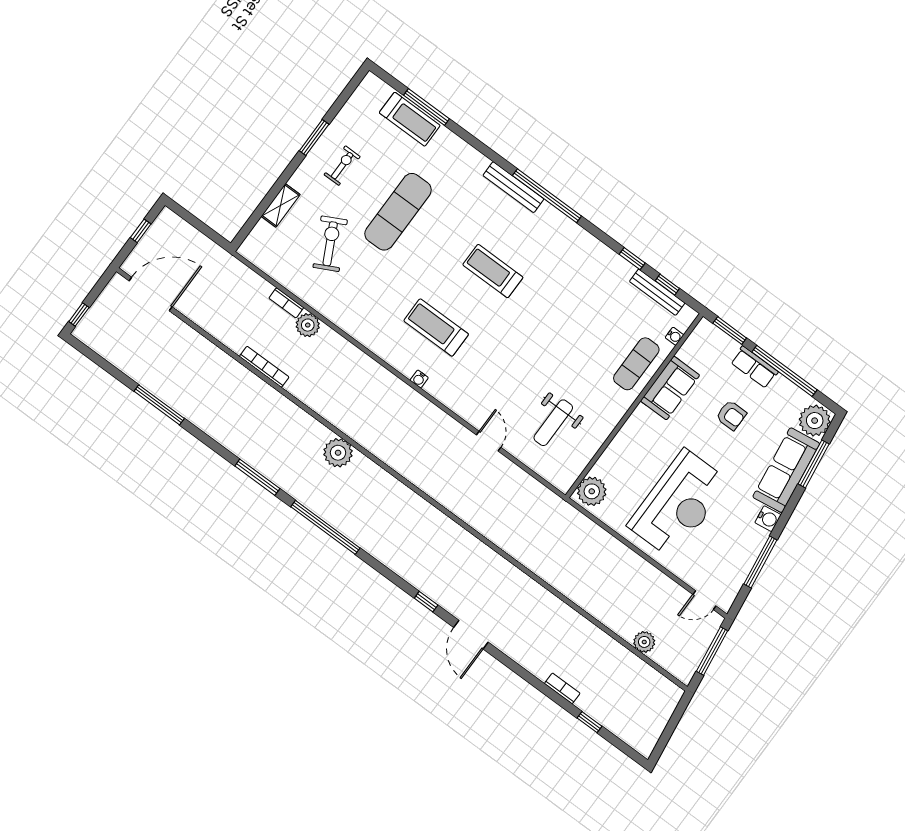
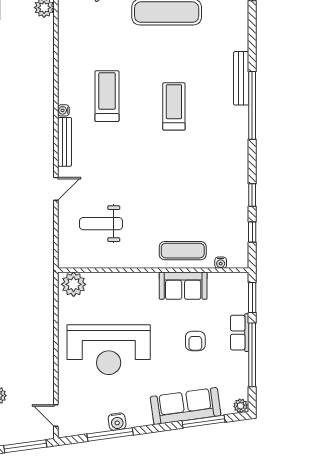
bench: (657, 292) -> (65, 142), moved
plant: (815, 421) -> (241, 406), width x0.53, depth x0.53
water cooler: (768, 519) -> (117, 422), moved

